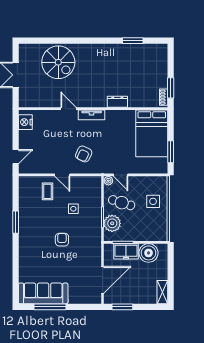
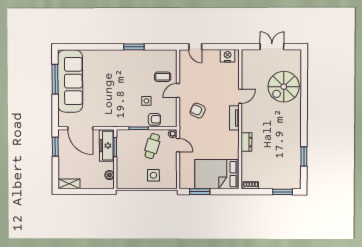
window: (171, 88) -> (283, 192), moved
door: (121, 175) -> (178, 145), swing flipped
plant: (112, 223) -> (133, 137), removed
armchair: (62, 240) -> (154, 119), moved
freezer: (126, 251) -> (107, 146), width x1.40
boiler: (149, 253) -> (109, 175), width x0.54, depth x0.54
sofa: (43, 293) -> (70, 81), width x1.36, depth x1.27

